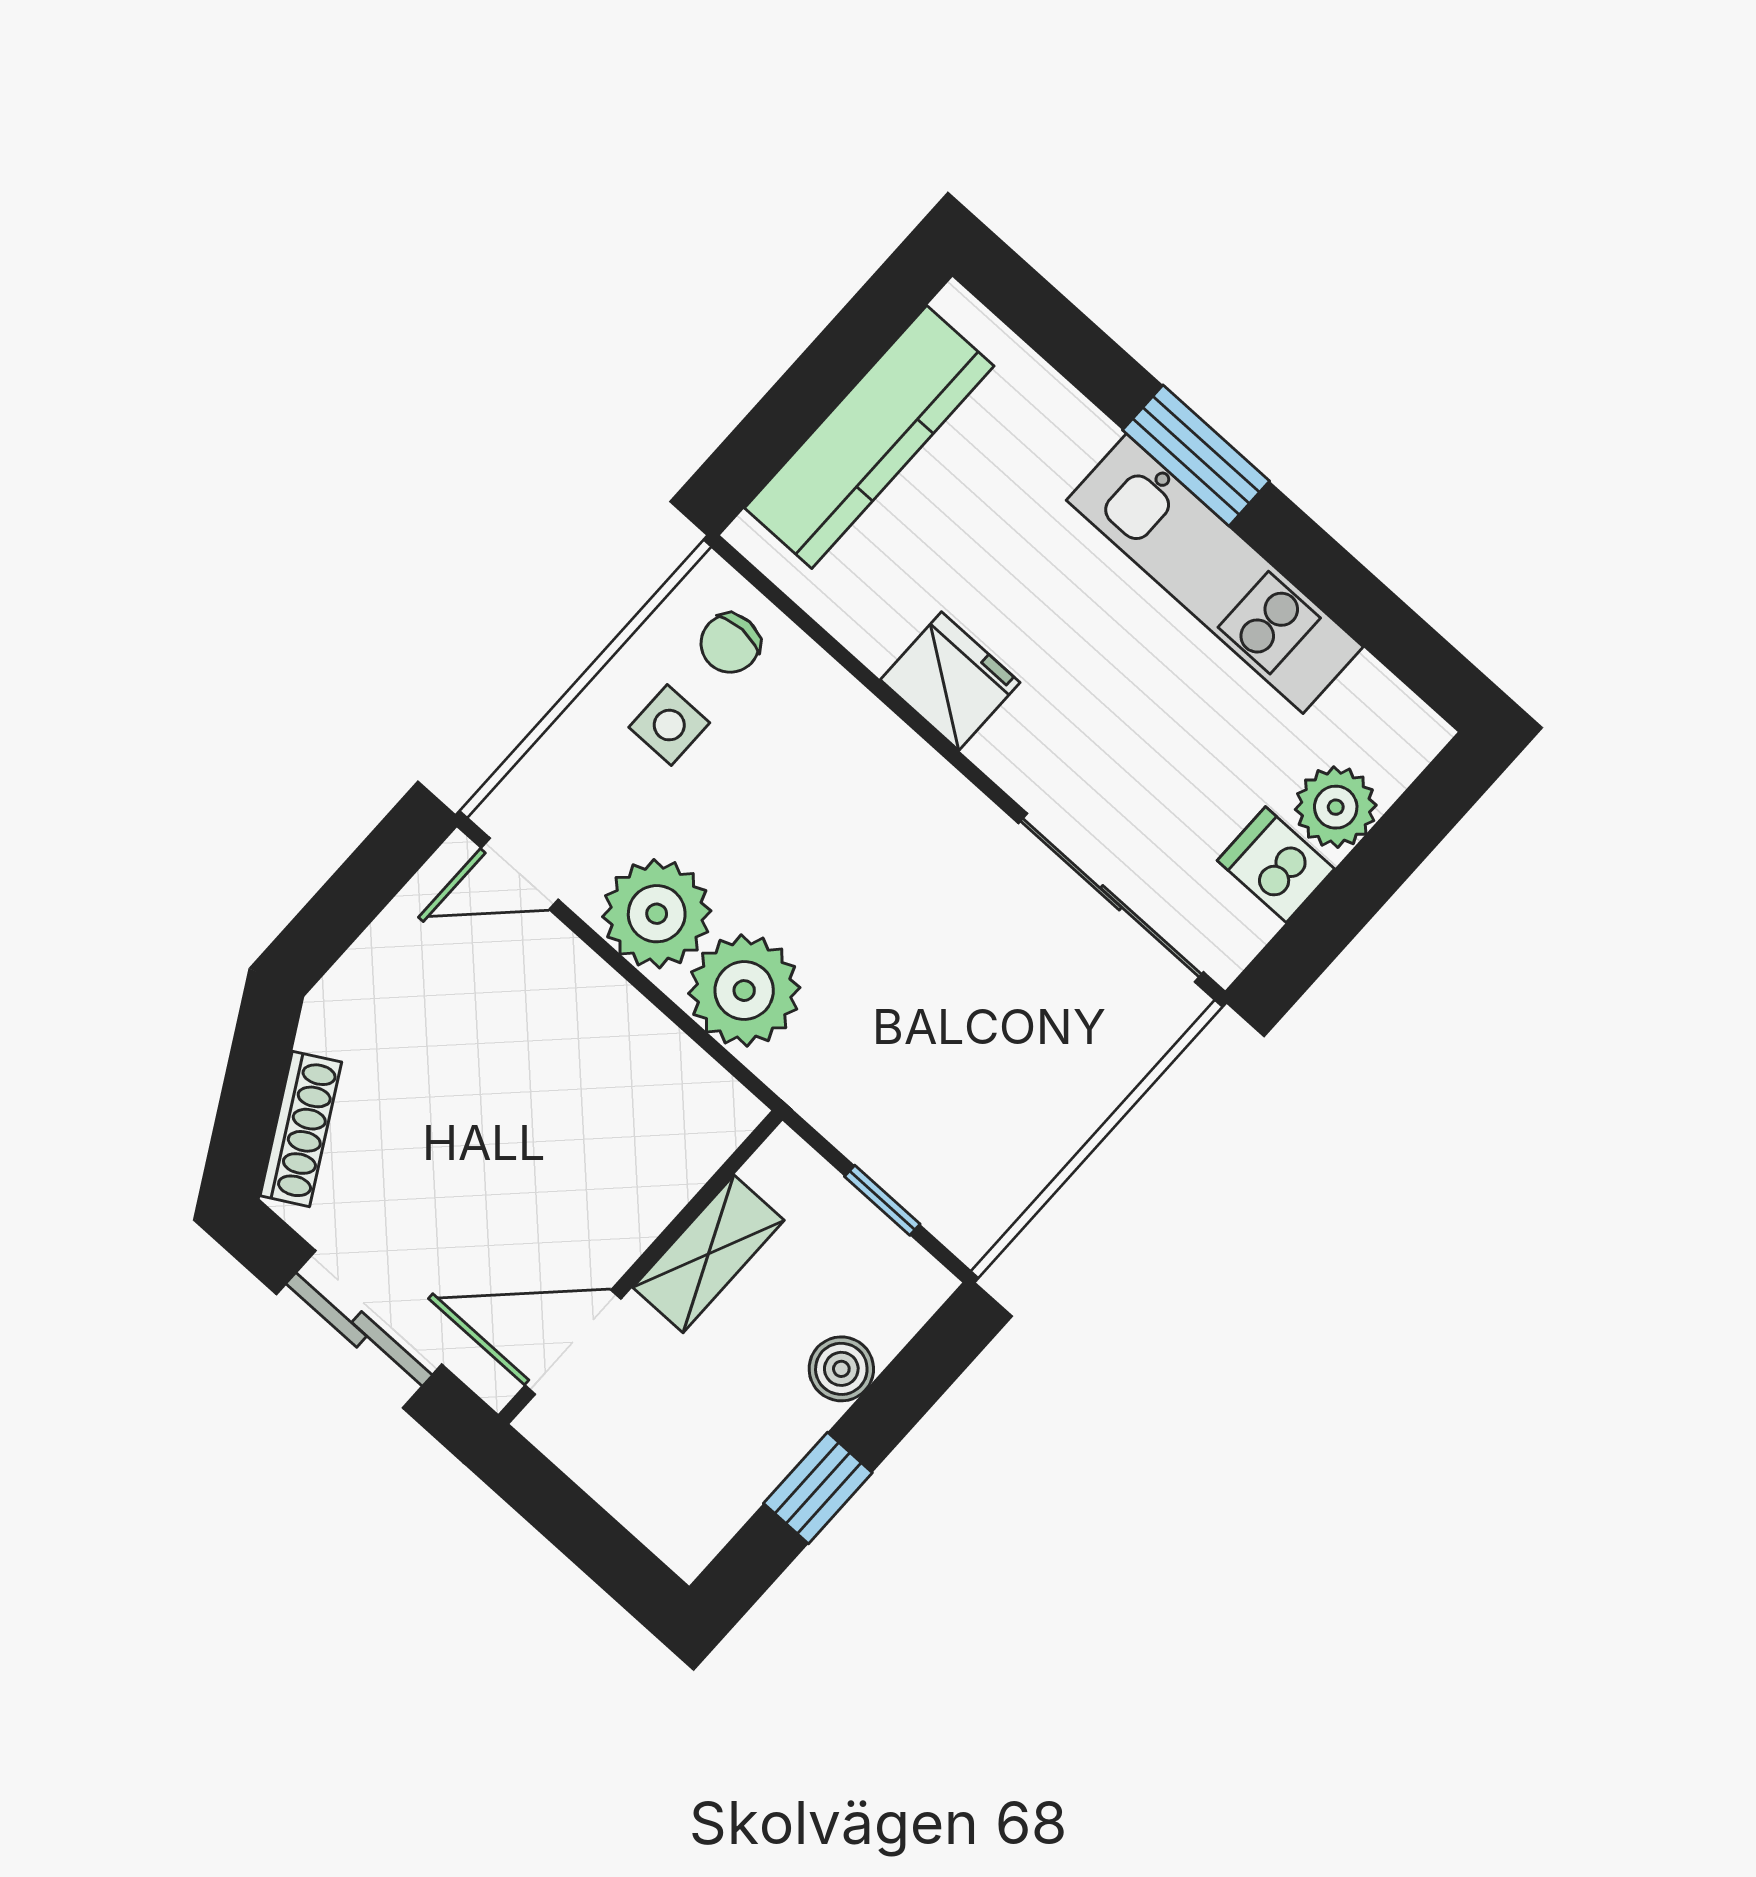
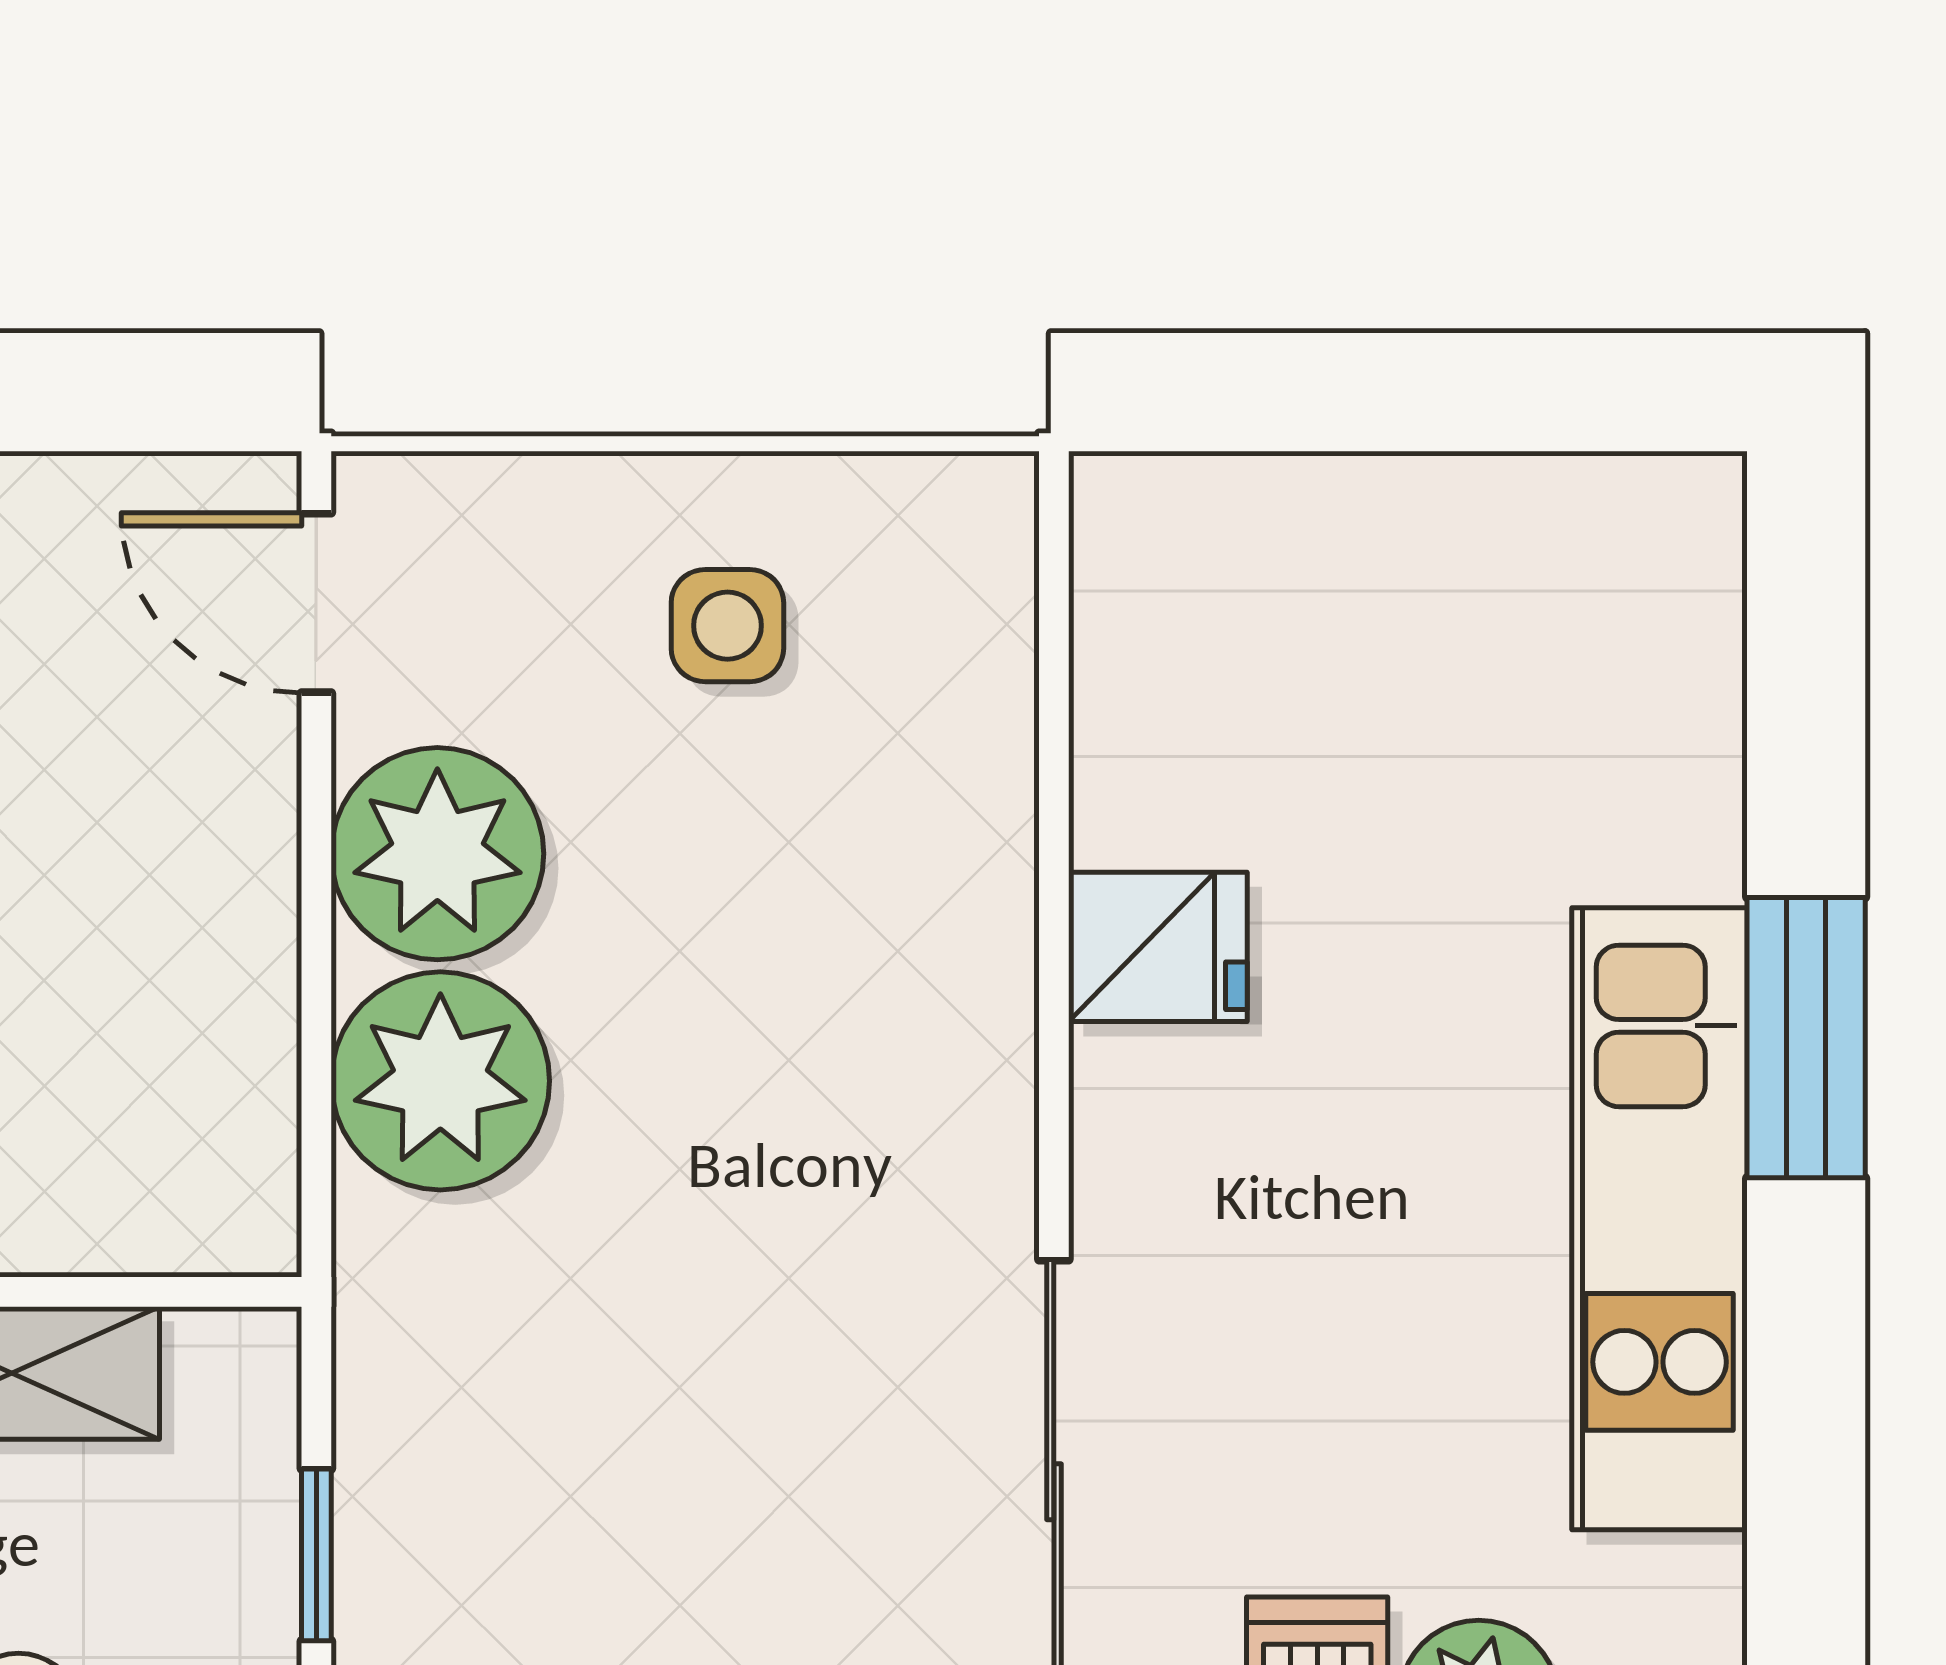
kitchen counter: (869, 437) -> (1406, 540), removed
chair: (730, 643) -> (925, 607), removed
fridge: (950, 681) -> (1158, 947), width x0.72

